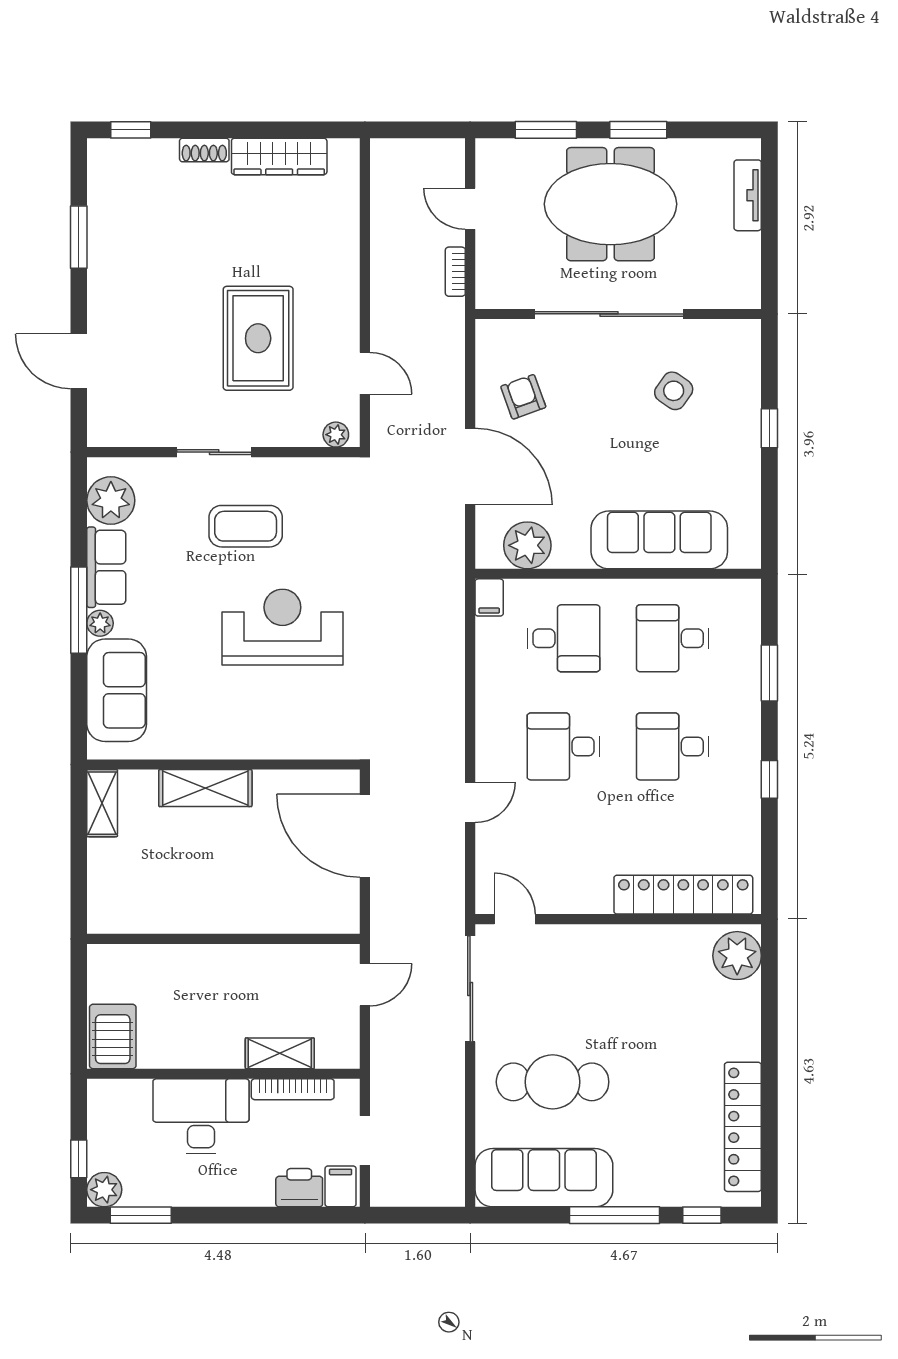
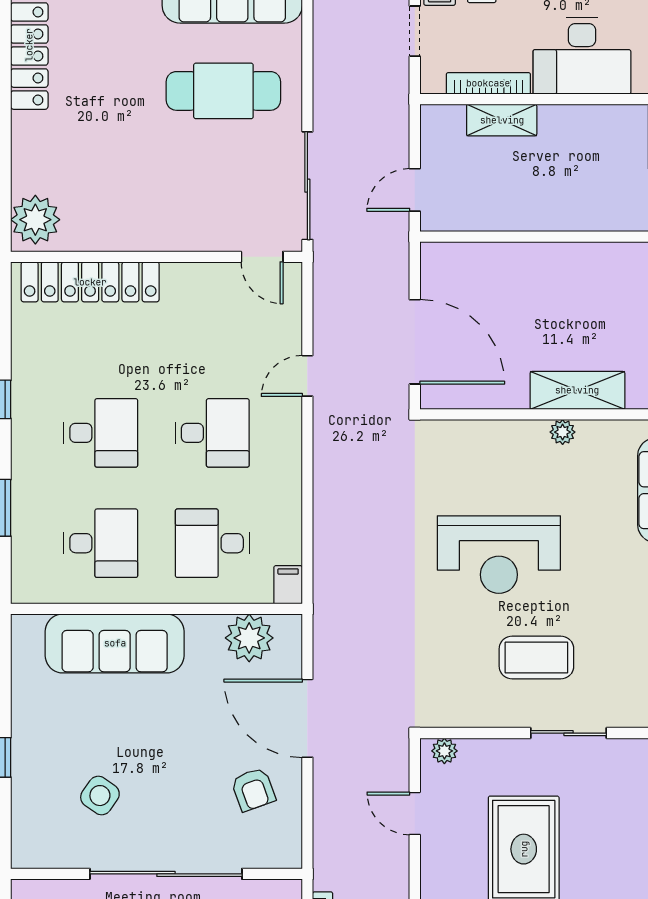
plant: (220, 747) -> (563, 432), added

